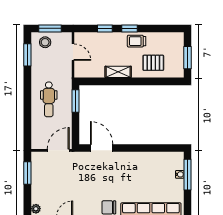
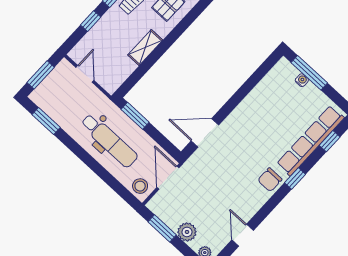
stool: (45, 42) -> (140, 186), moved
door: (73, 52) -> (85, 74), hinge flipped
dental chair: (49, 99) -> (109, 141), width x1.36, depth x1.38
plant: (38, 188) -> (187, 232), added

